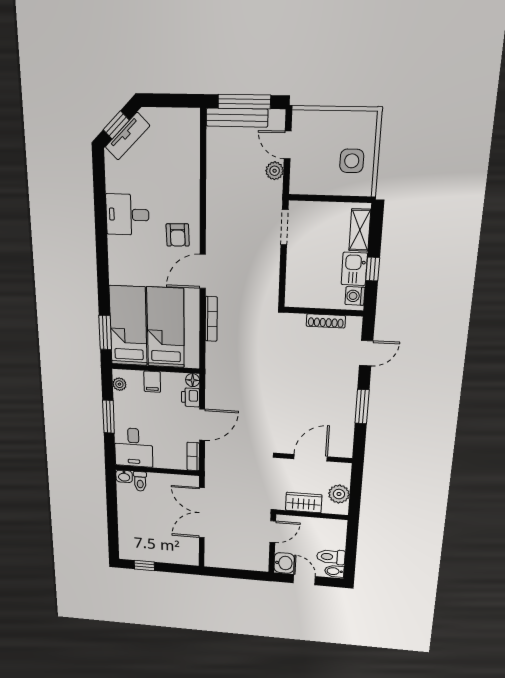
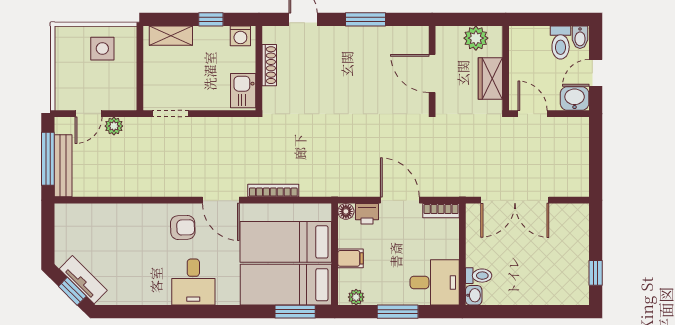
desk: (127, 215) -> (193, 282), moved
kitchen sink: (354, 269) -> (243, 91), moved, turned 90

